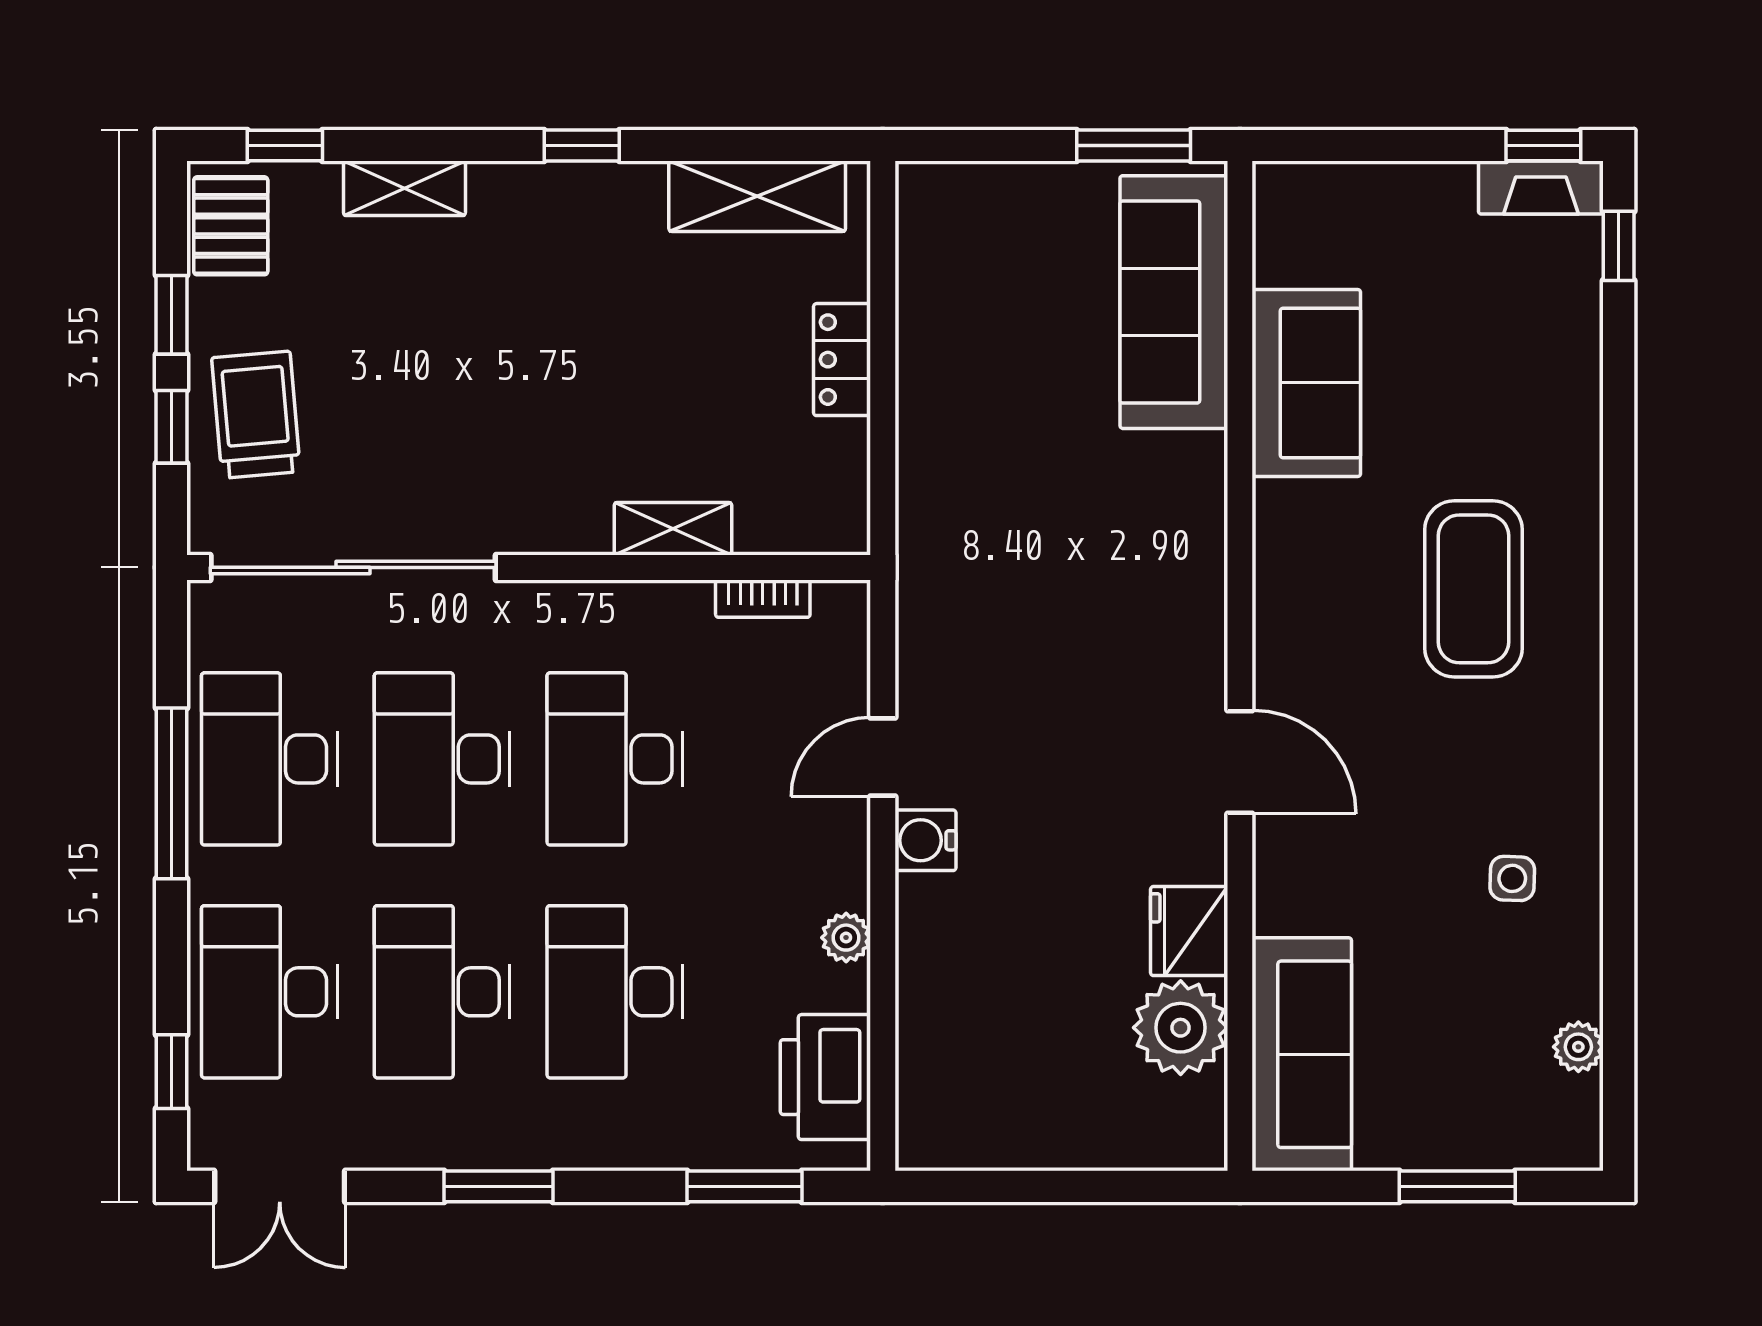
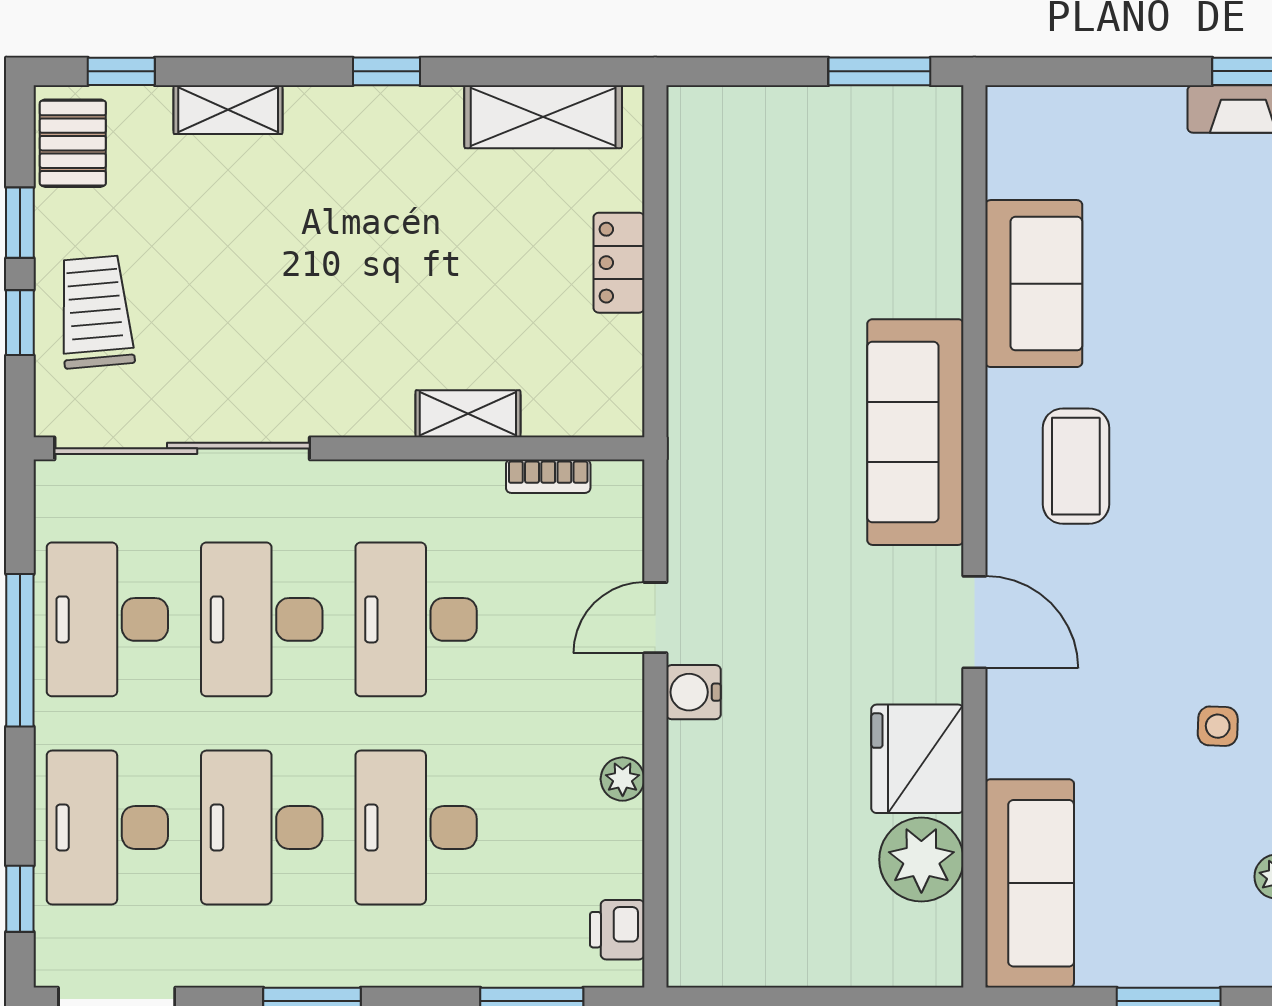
sofa: (1174, 302) -> (915, 432), moved
coffee table: (1474, 589) -> (1076, 466), moved, width x0.73, depth x0.76
fridge: (1189, 931) -> (917, 759), width x1.36, depth x1.34
printer: (825, 1077) -> (617, 930), width x0.53, depth x0.68

